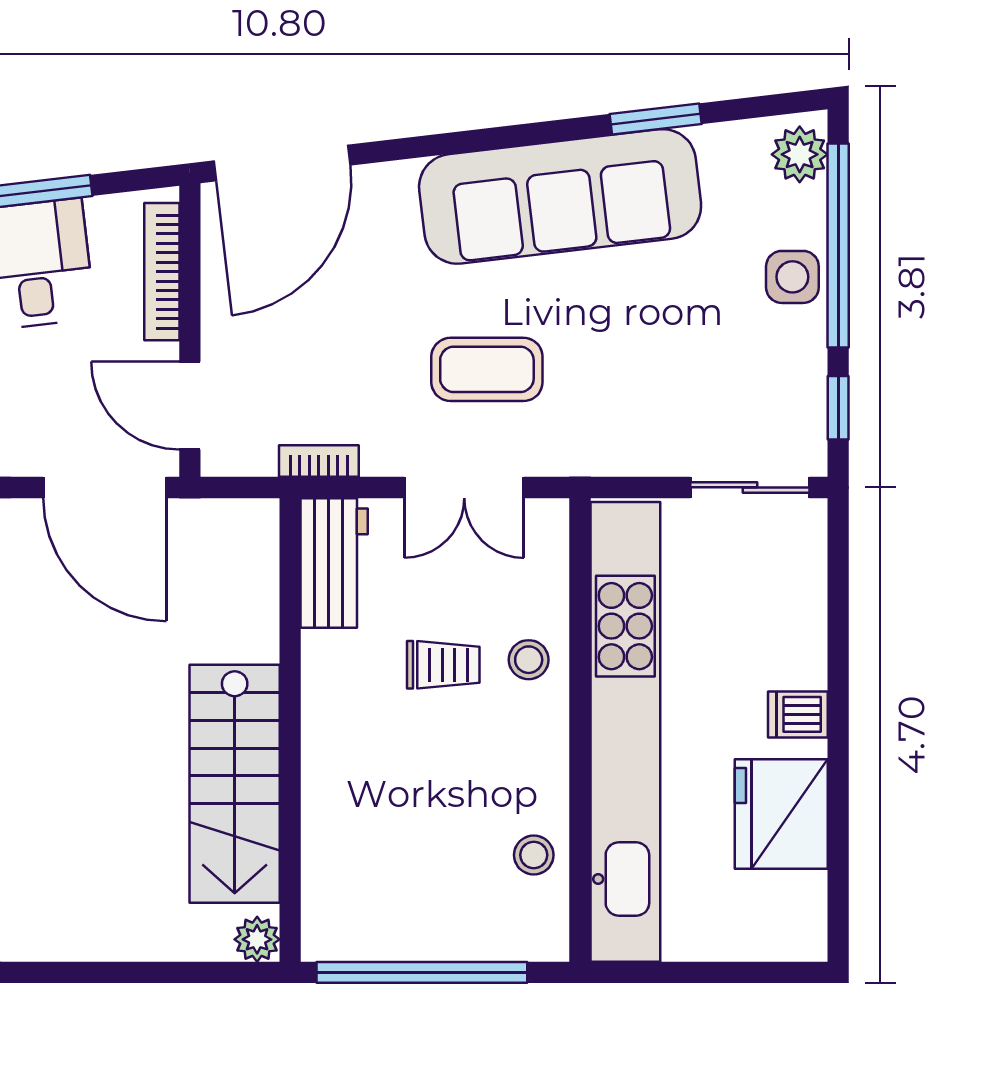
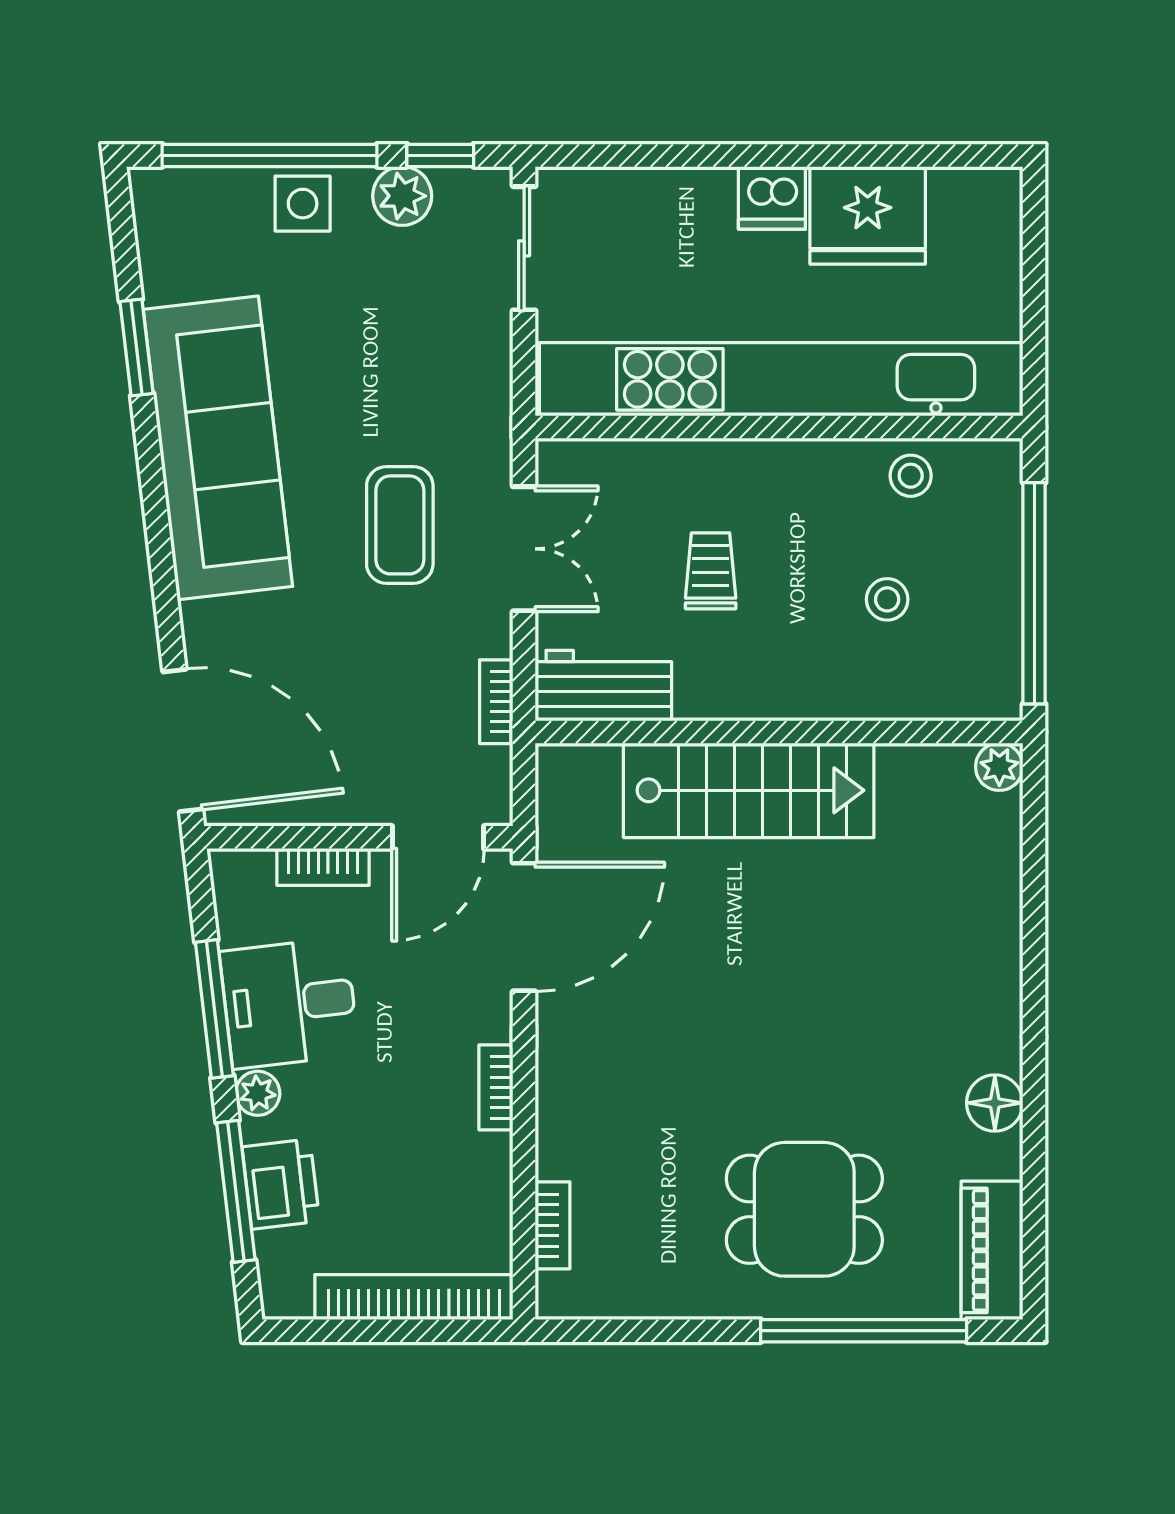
plant: (800, 154) -> (402, 196), moved
bookcase: (162, 272) -> (323, 867), width x0.64
stool: (529, 660) -> (887, 599), moved
dishwasher: (798, 714) -> (772, 198), width x1.38
stairs: (235, 784) -> (749, 790), moved

